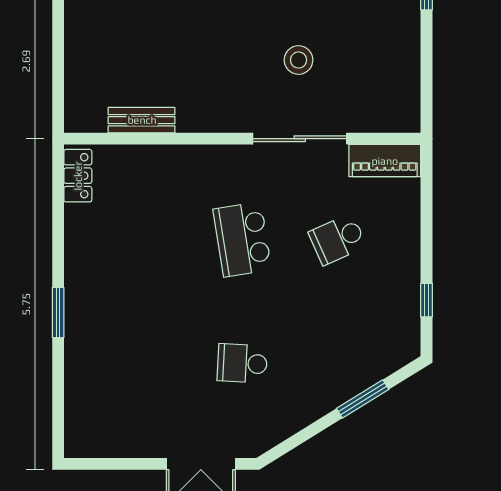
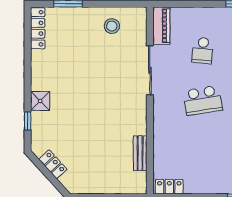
stool: (299, 60) -> (112, 26), moved
school desk: (338, 239) -> (203, 50), turned 30

